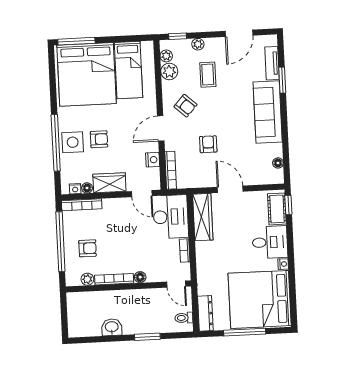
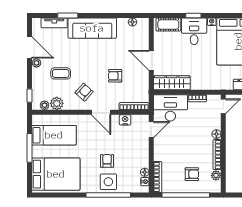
window: (76, 41) -> (29, 148), moved
plant: (198, 44) -> (36, 63), moved
bed: (87, 74) -> (56, 174), width x0.73
wardrobe: (109, 183) -> (141, 155), removed
door: (230, 189) -> (151, 60), hinge flipped
window: (288, 205) -> (193, 15), moved
armchair: (88, 248) -> (192, 174), turned 90

